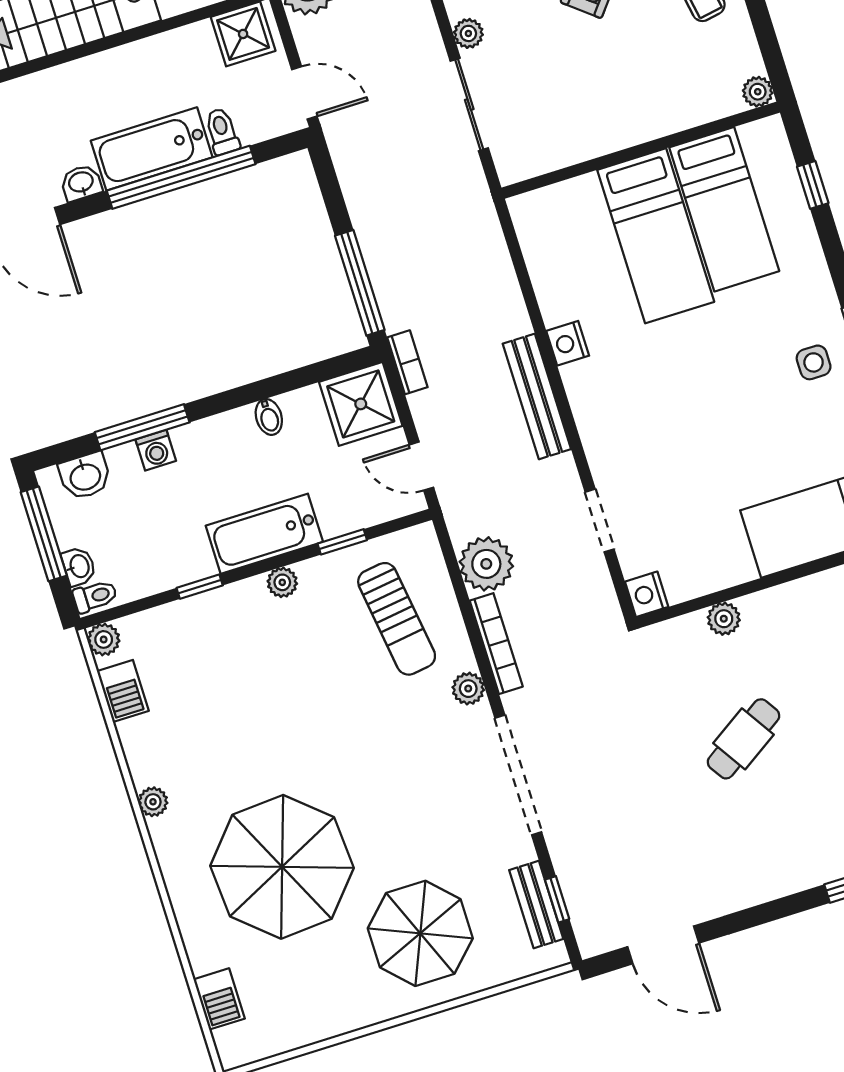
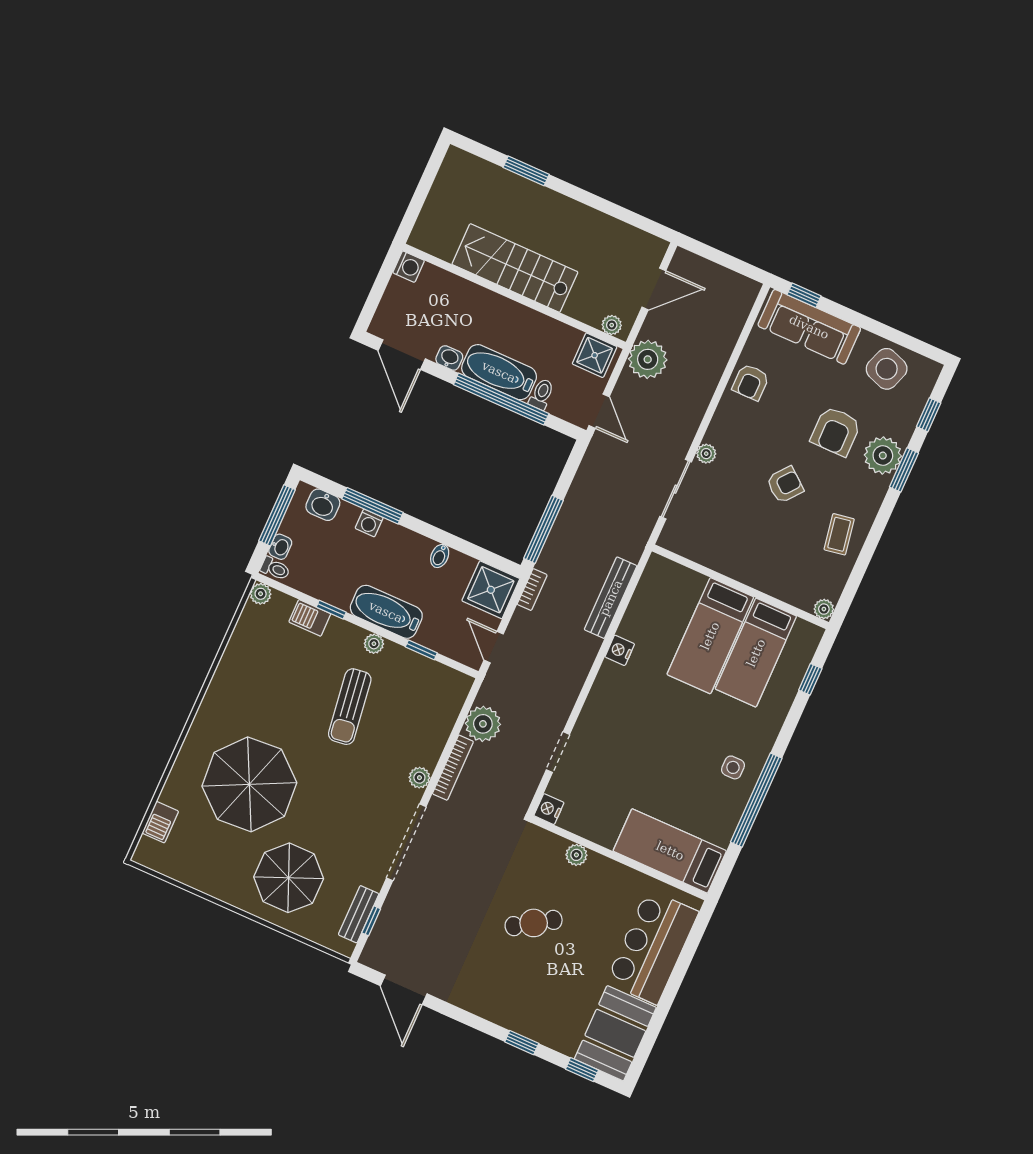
bench: (537, 396) -> (611, 598), moved
sun lounger: (397, 619) -> (350, 707), moved
barbecue: (123, 691) -> (310, 618), moved, turned 90
plant: (153, 802) -> (214, 696), removed

